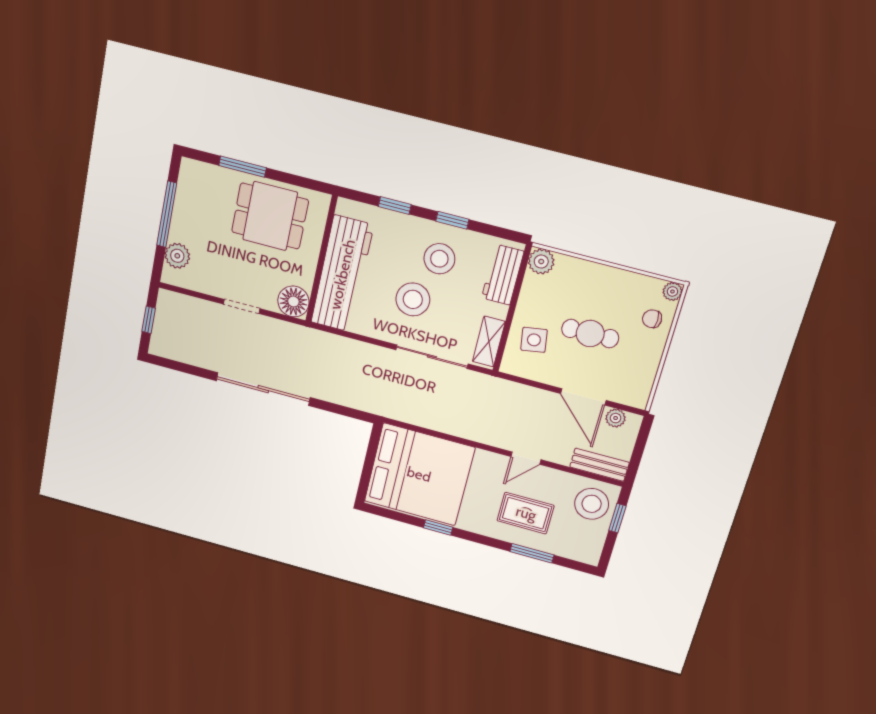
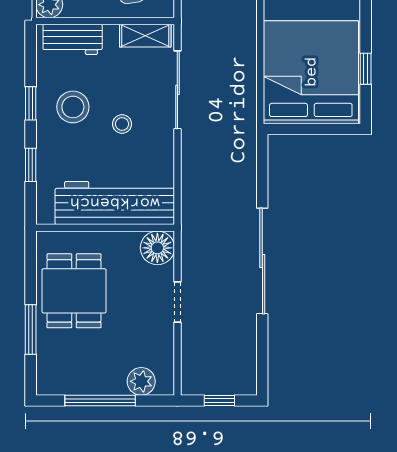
stool: (413, 299) -> (122, 124), width x0.53, depth x0.53
window: (438, 527) -> (366, 69), moved

